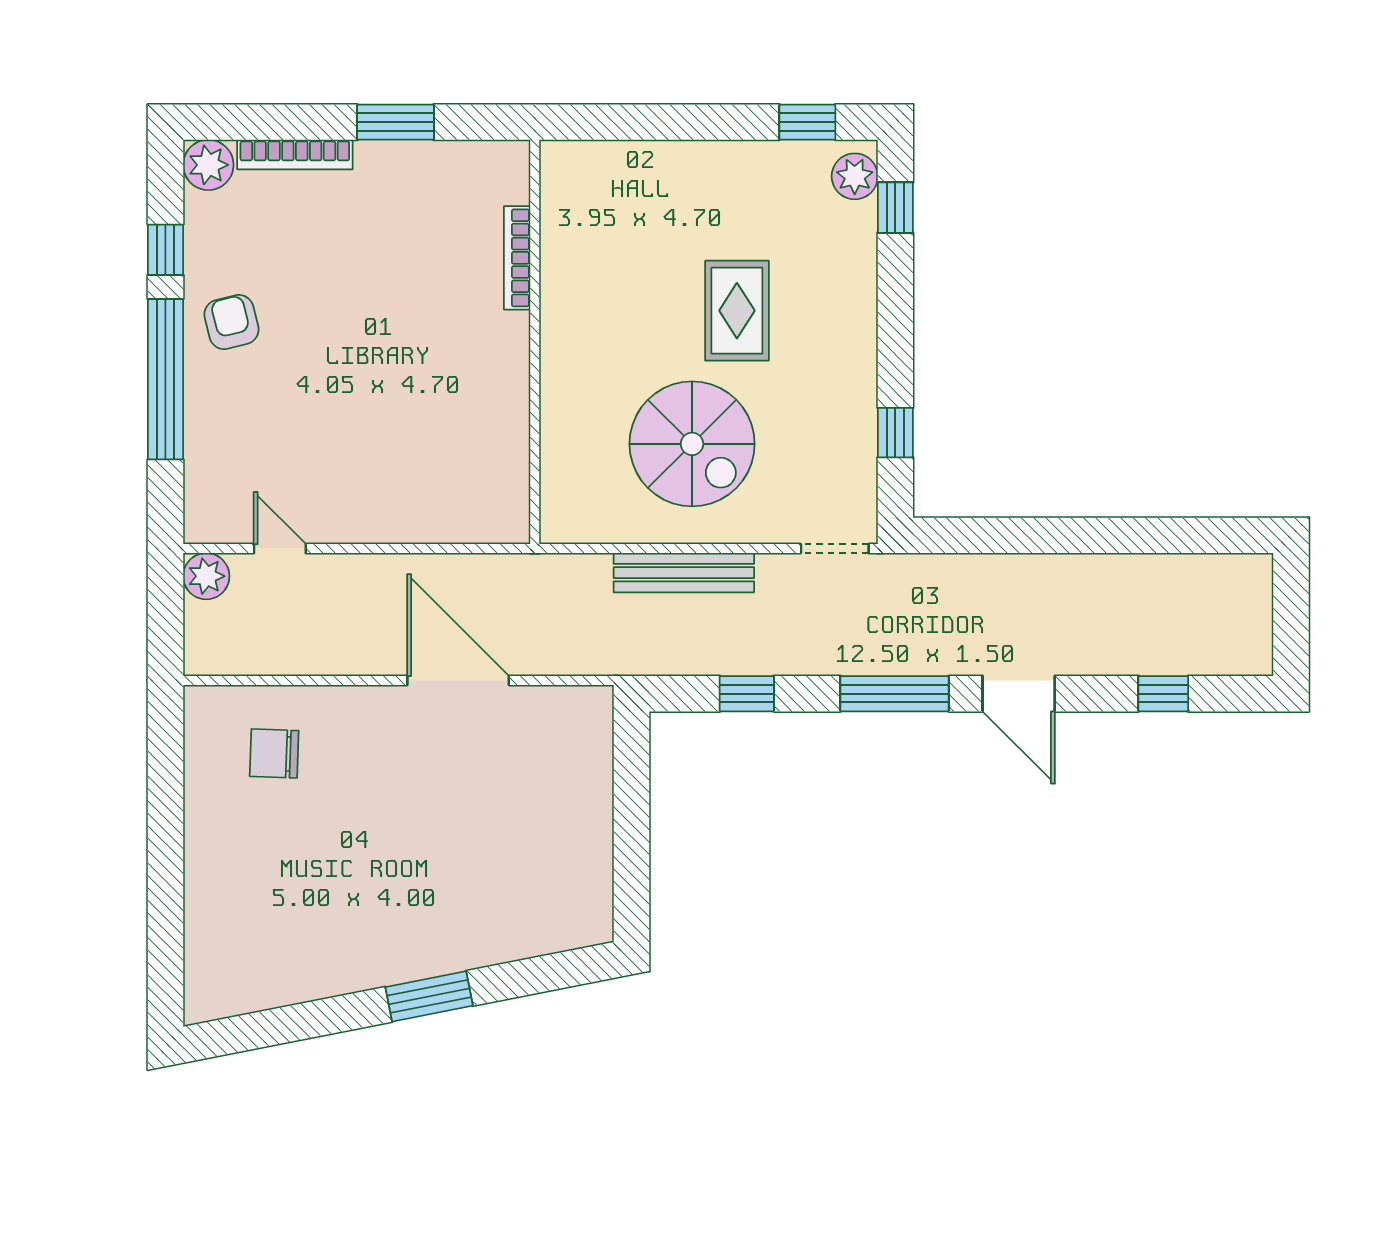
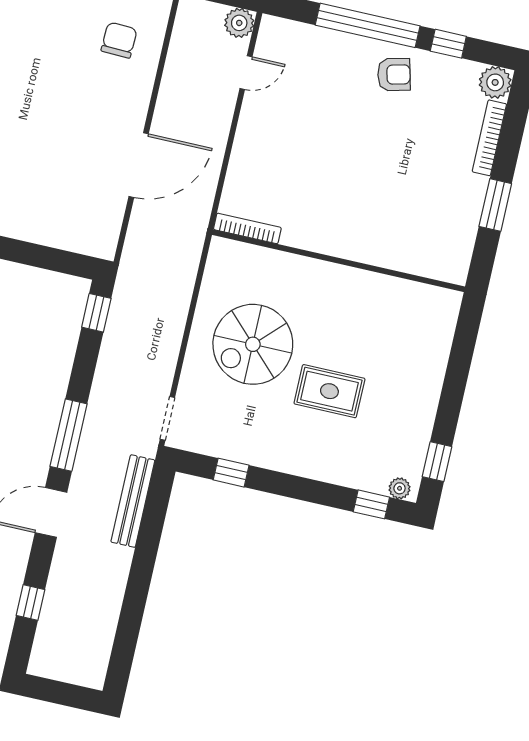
plant: (855, 176) -> (400, 488), width x0.73, depth x0.73
bookcase: (517, 258) -> (247, 228), moved
bench: (684, 573) -> (133, 501), moved
window: (747, 694) -> (96, 313), moved

